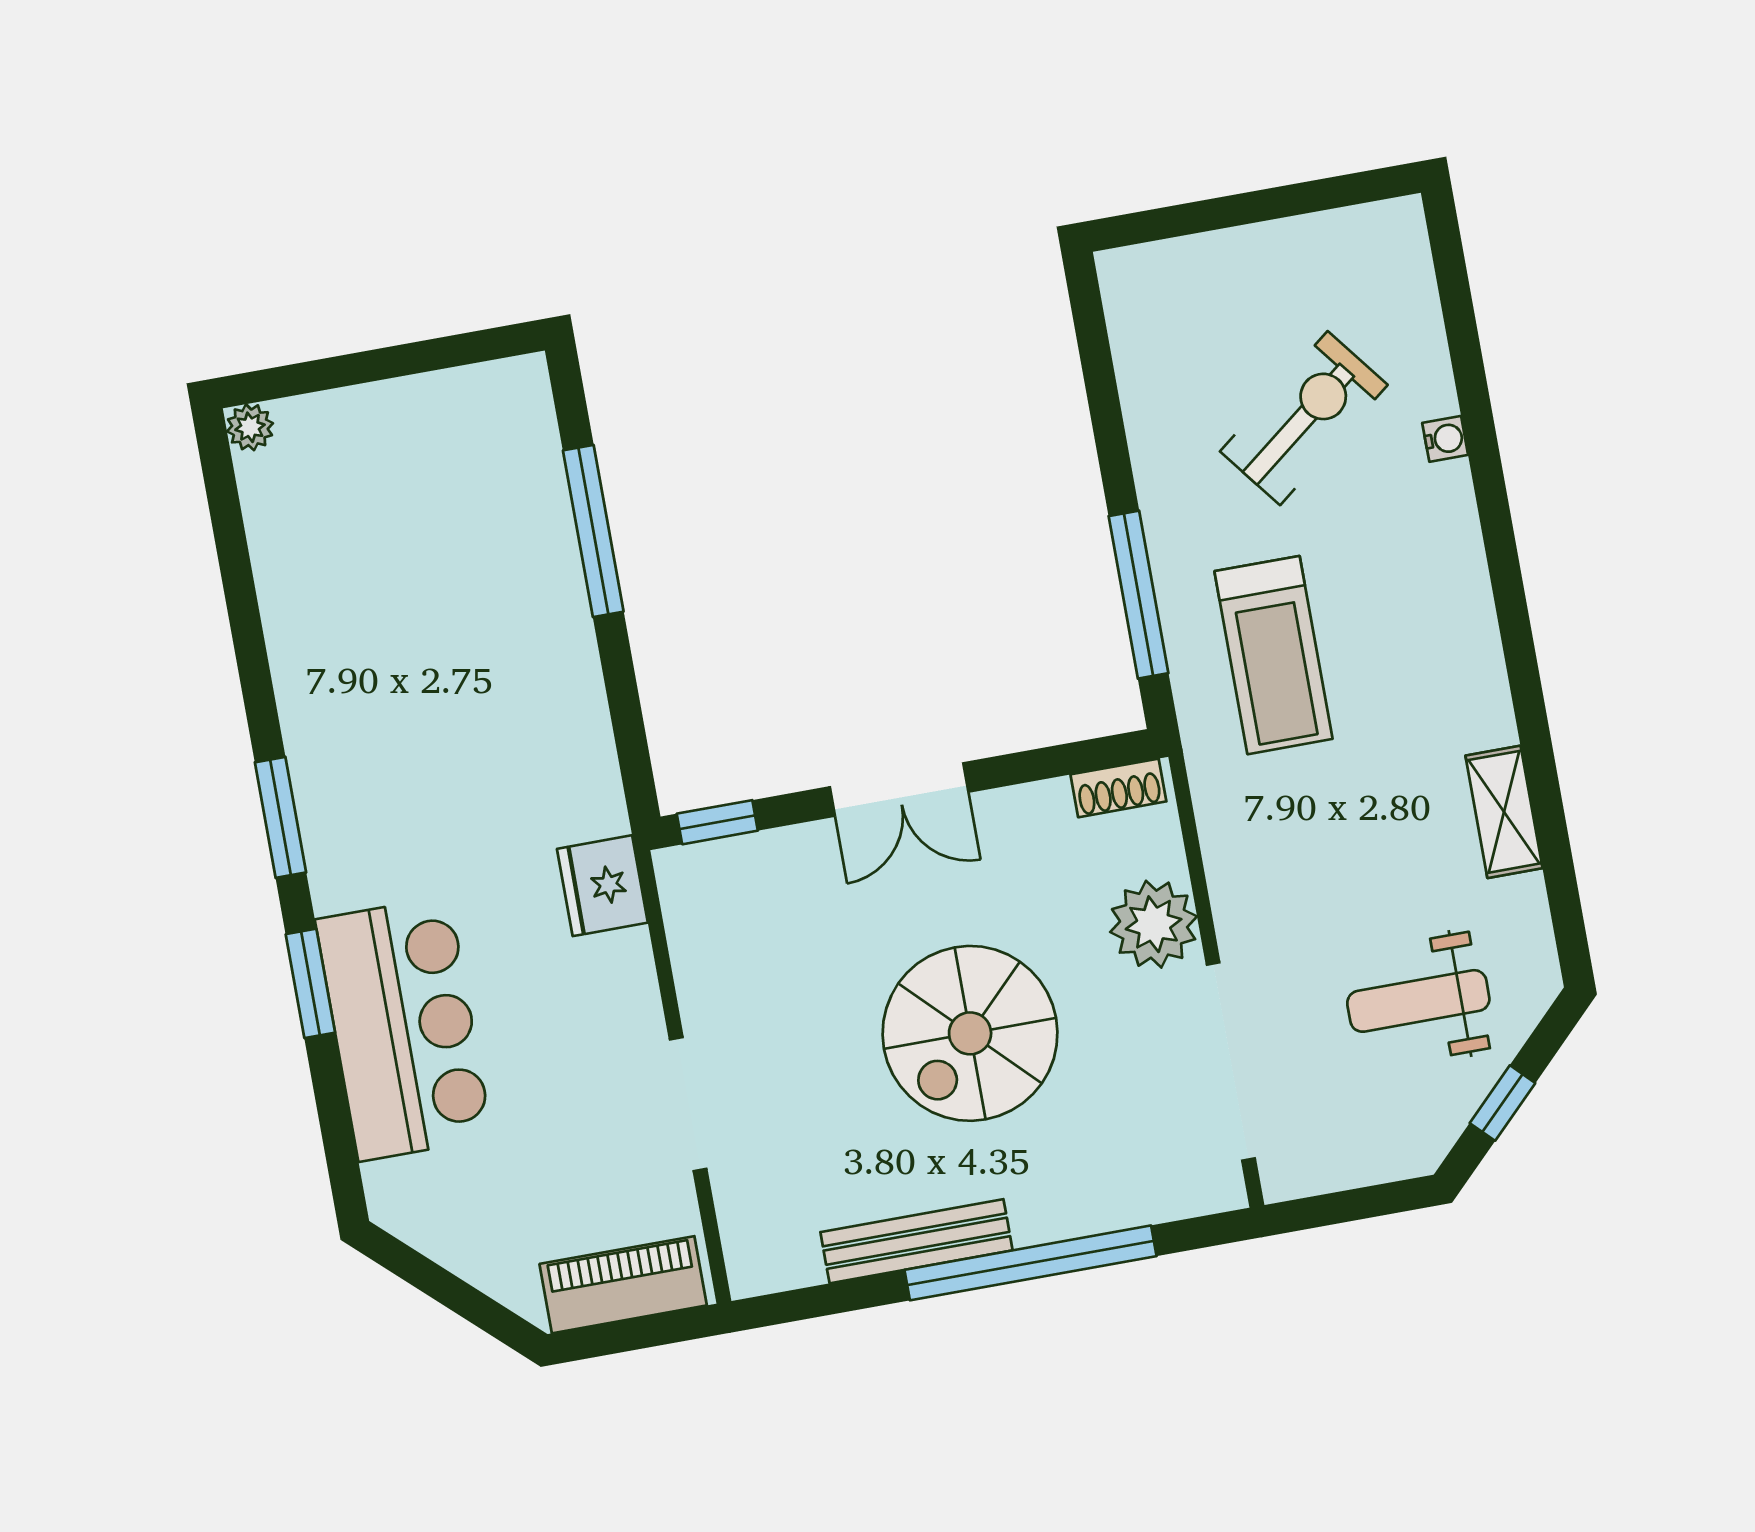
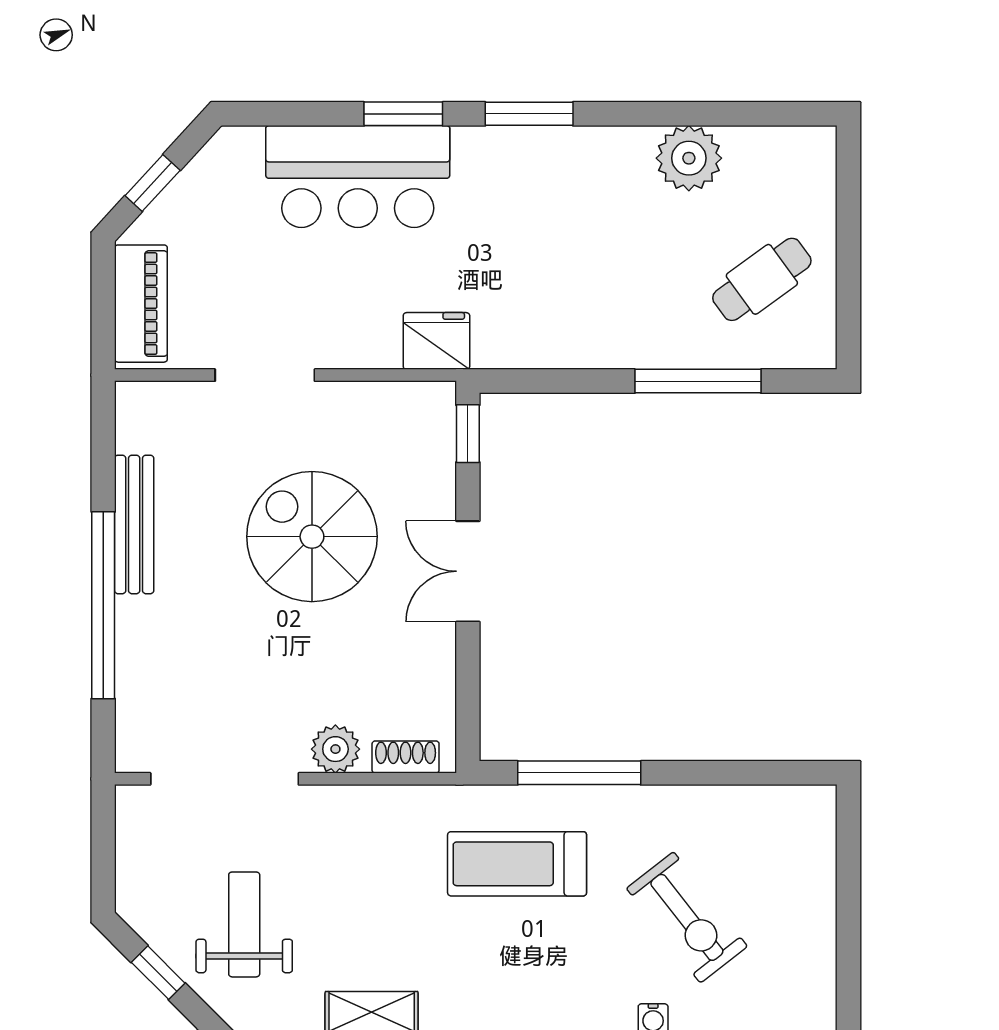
plant: (250, 427) -> (689, 158), moved, width x1.88, depth x1.88
cafe table: (444, 471) -> (762, 279), added
shoe rack: (1118, 788) -> (406, 757), moved, turned 90
plant: (1154, 924) -> (335, 749), width x0.73, depth x0.73
spiral stairs: (970, 1033) -> (312, 537), moved
window: (461, 1298) -> (153, 183), added

